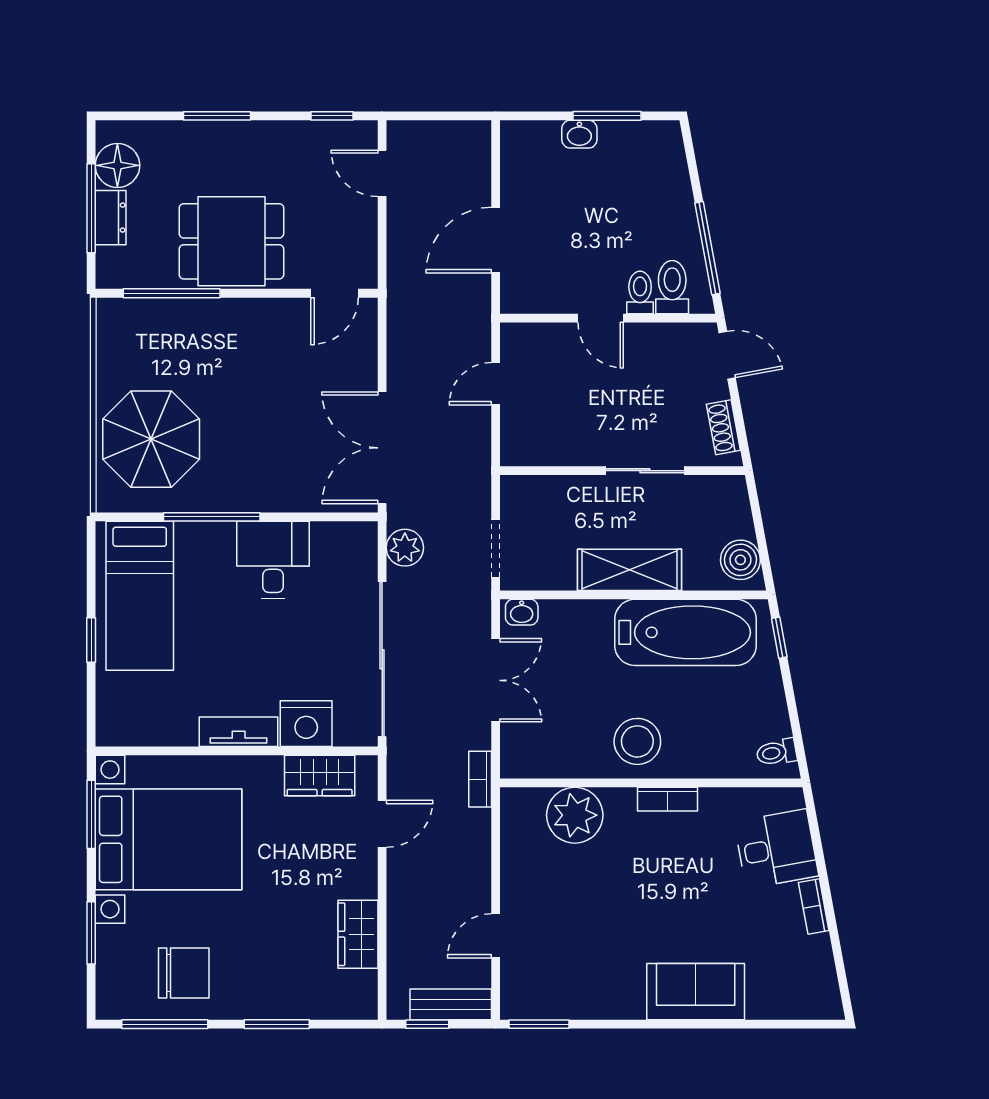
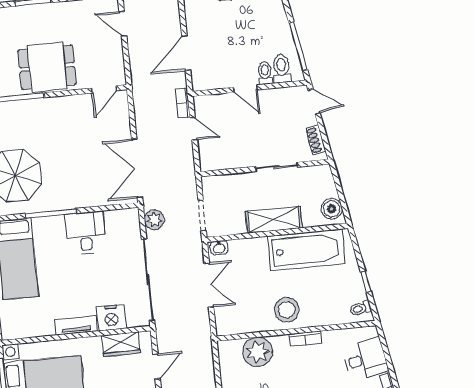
door: (496, 384) -> (194, 129), swing flipped
window: (779, 638) -> (366, 282), moved
bookcase: (480, 779) -> (183, 103), moved

